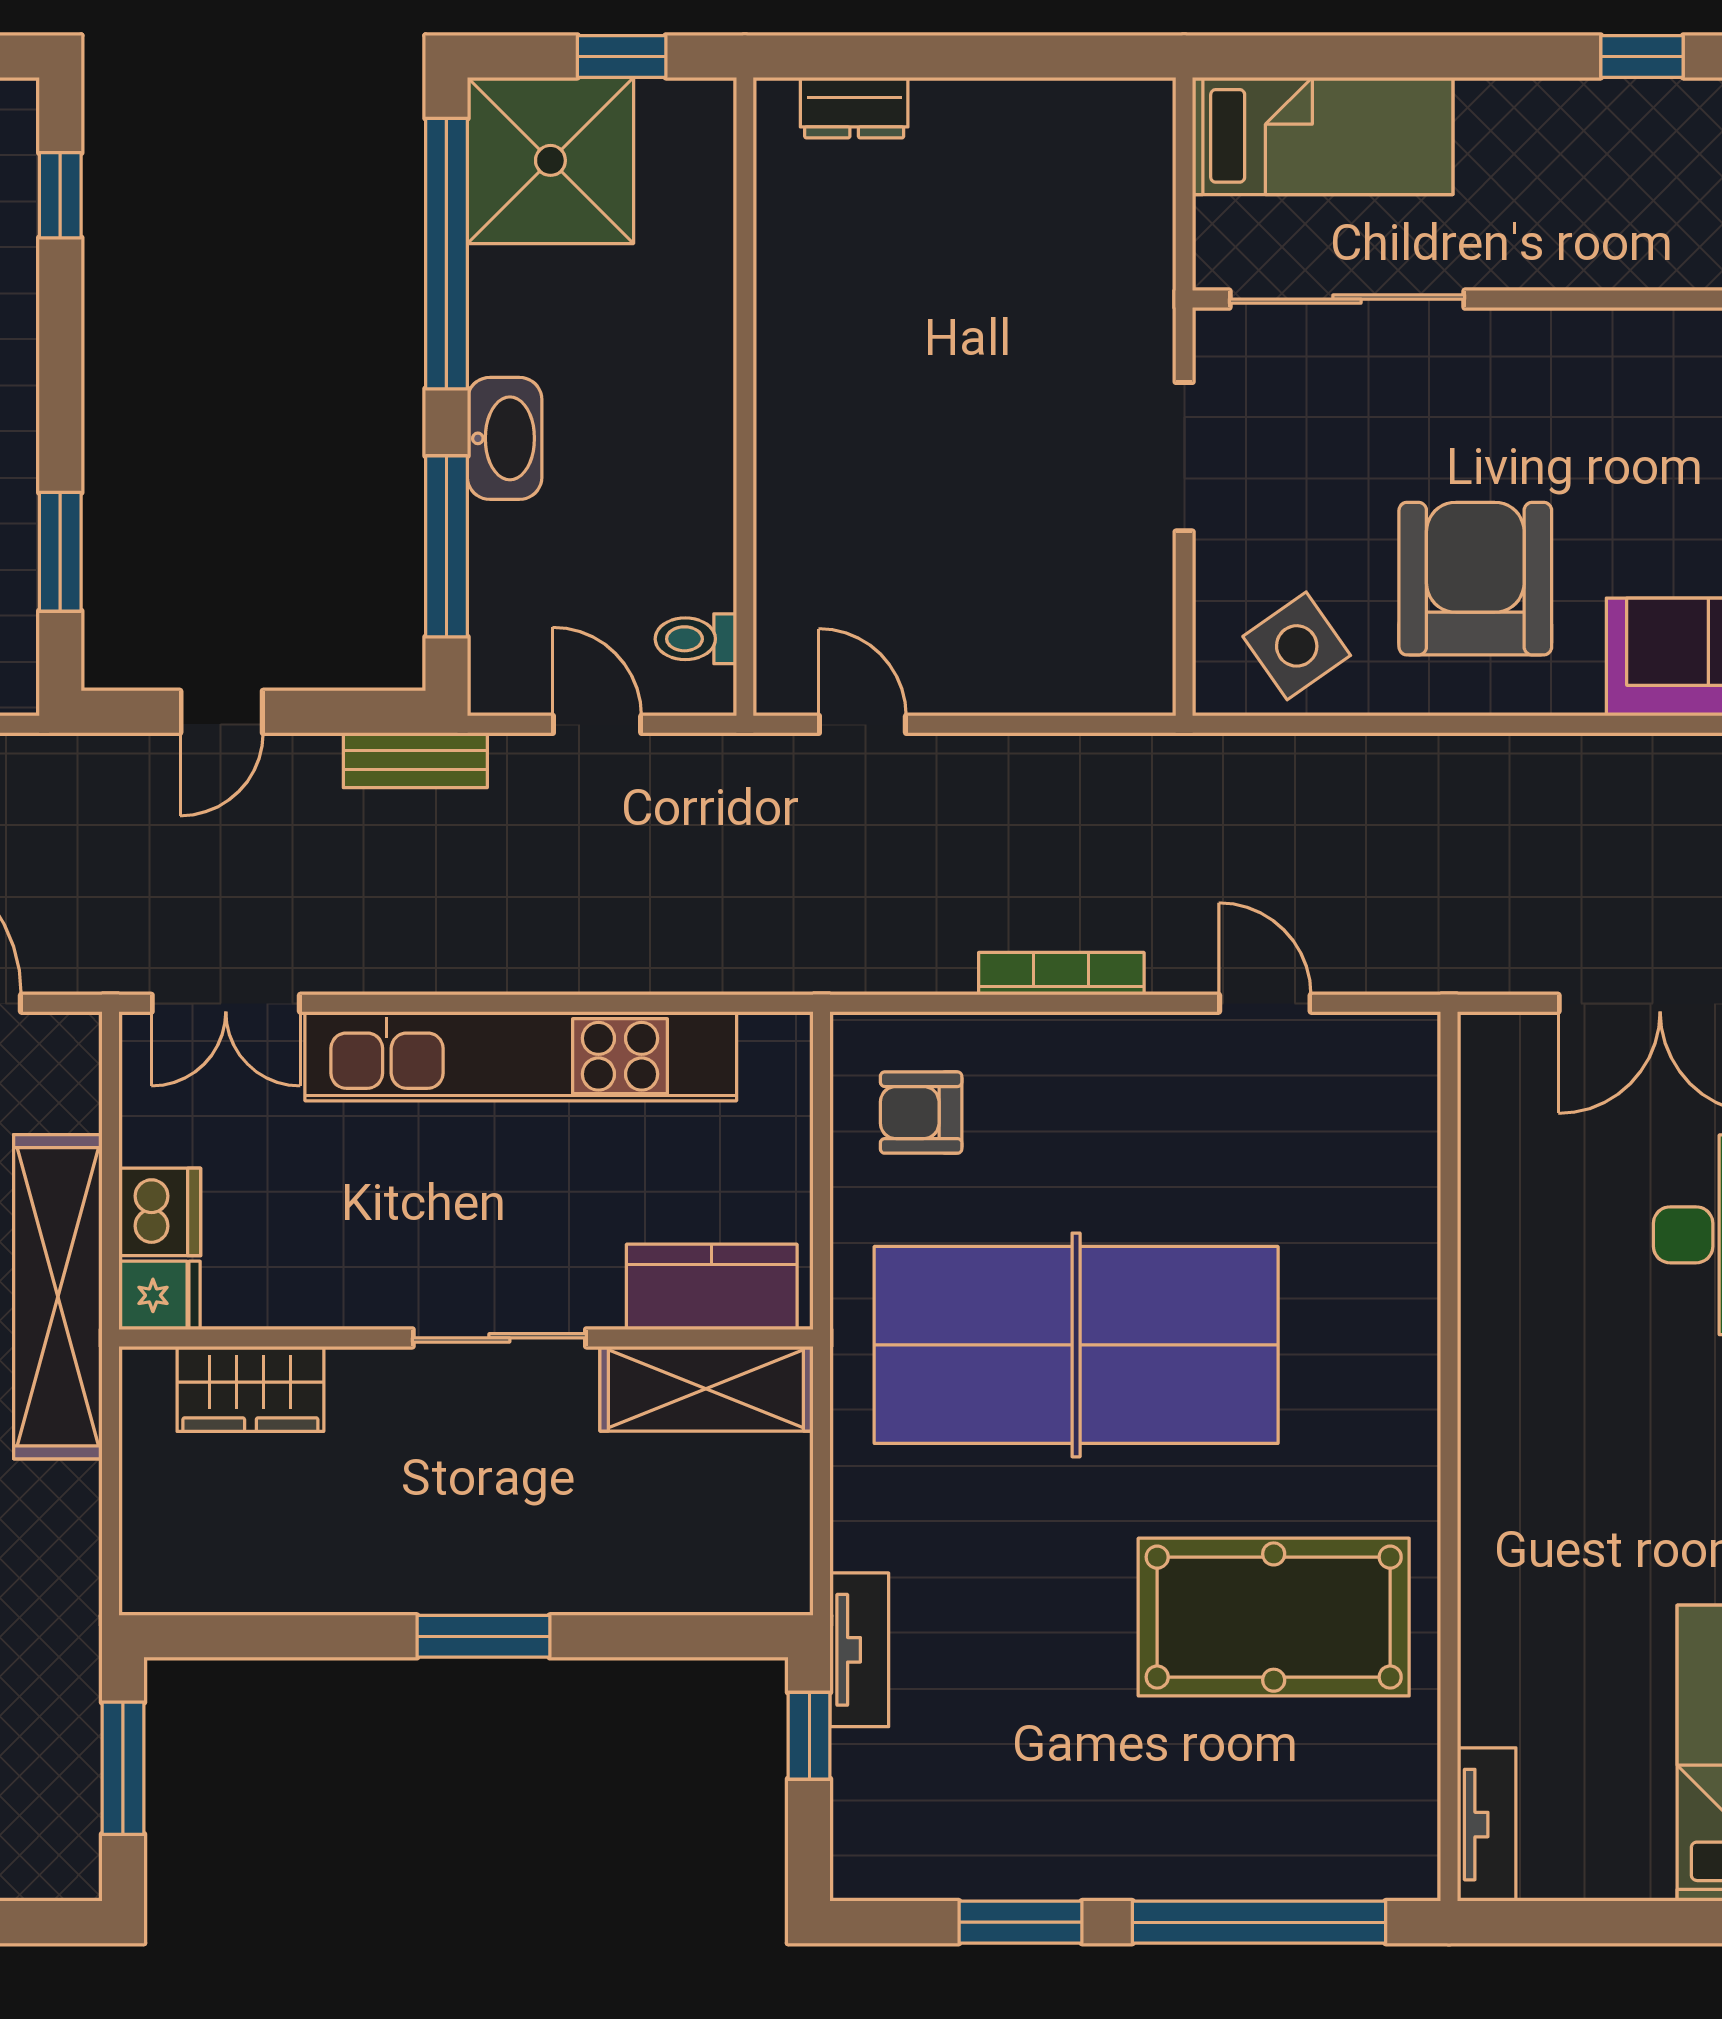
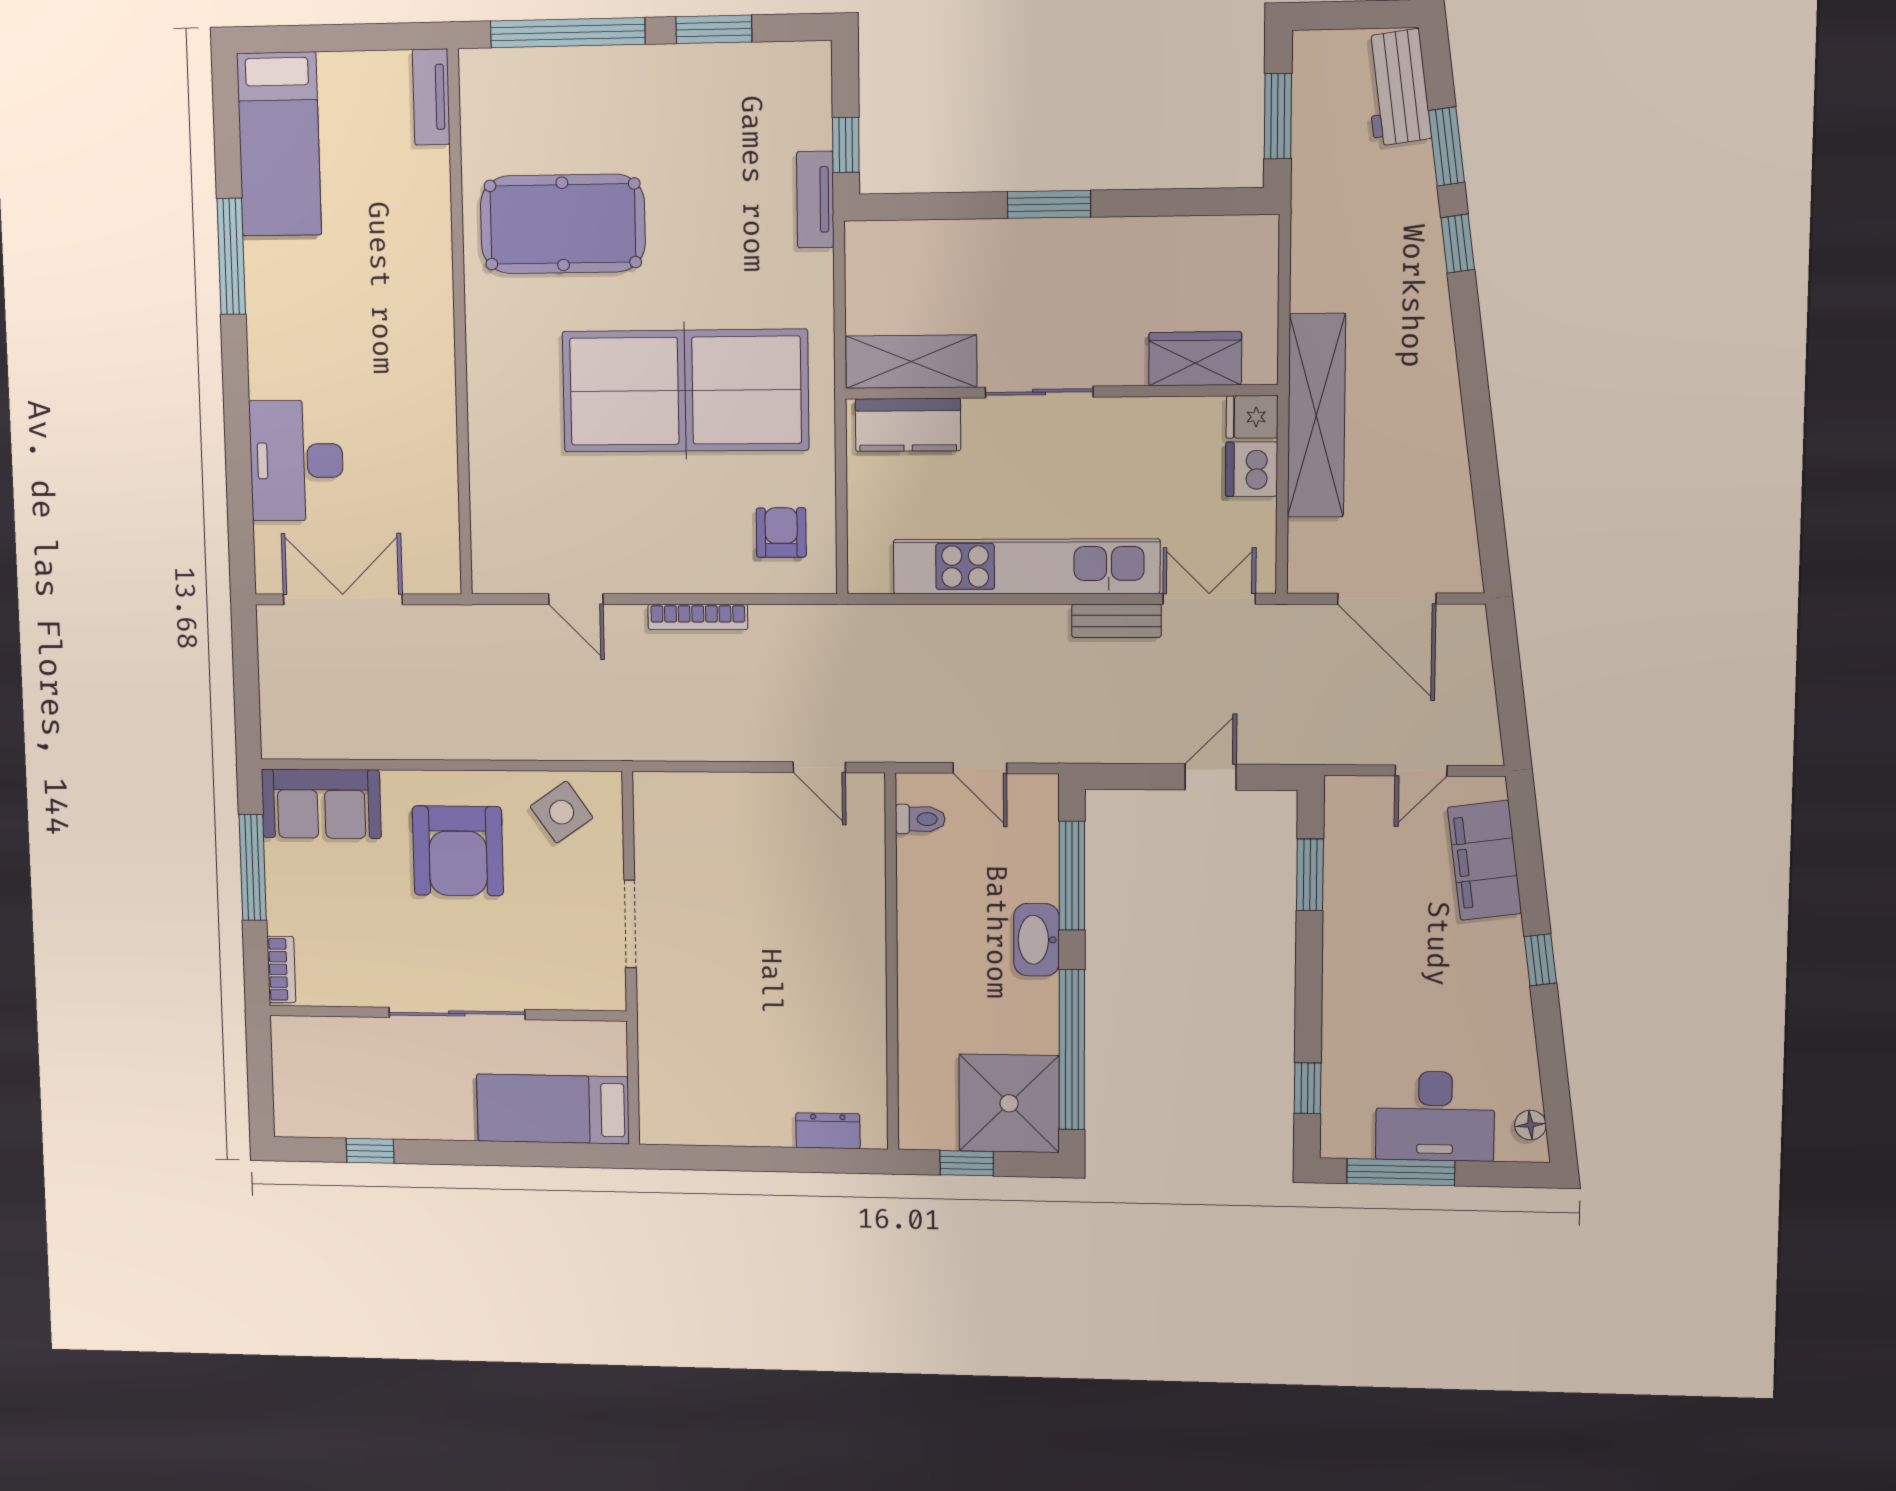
sliding door: (1347, 299) -> (457, 1013), moved
bench: (415, 760) -> (1116, 621), moved
armchair: (921, 1113) -> (781, 533), turned -90

